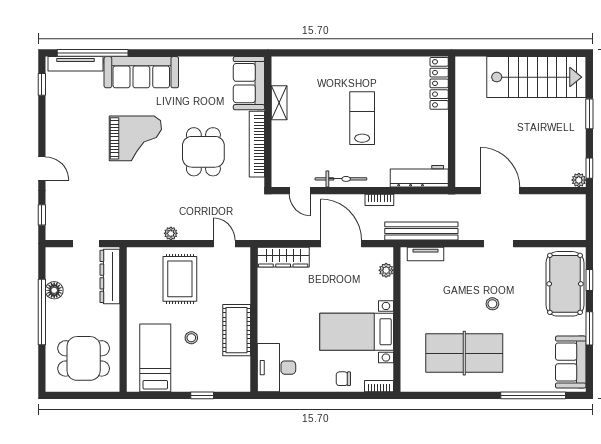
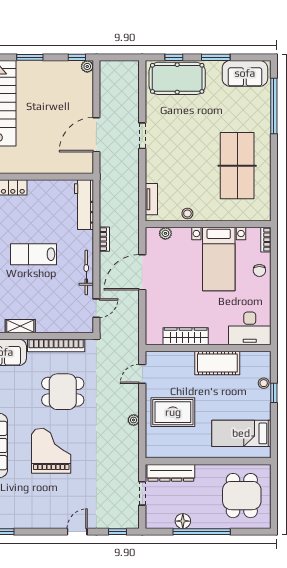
bench: (421, 231) -> (131, 203), removed
wardrobe: (283, 257) -> (186, 336), moved, turned -90
stool: (492, 304) -> (187, 214), moved
stool: (191, 338) -> (264, 383), moved

